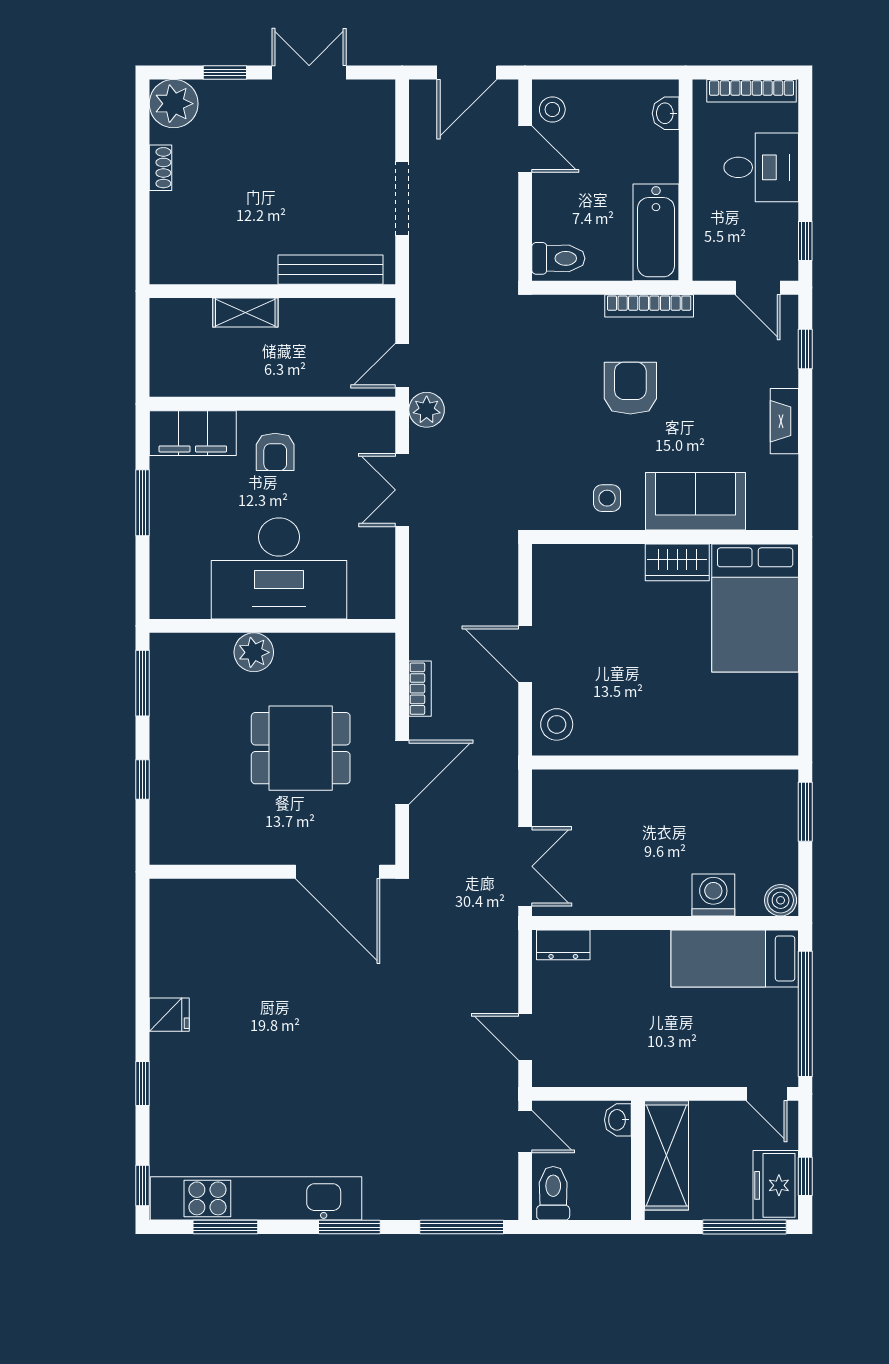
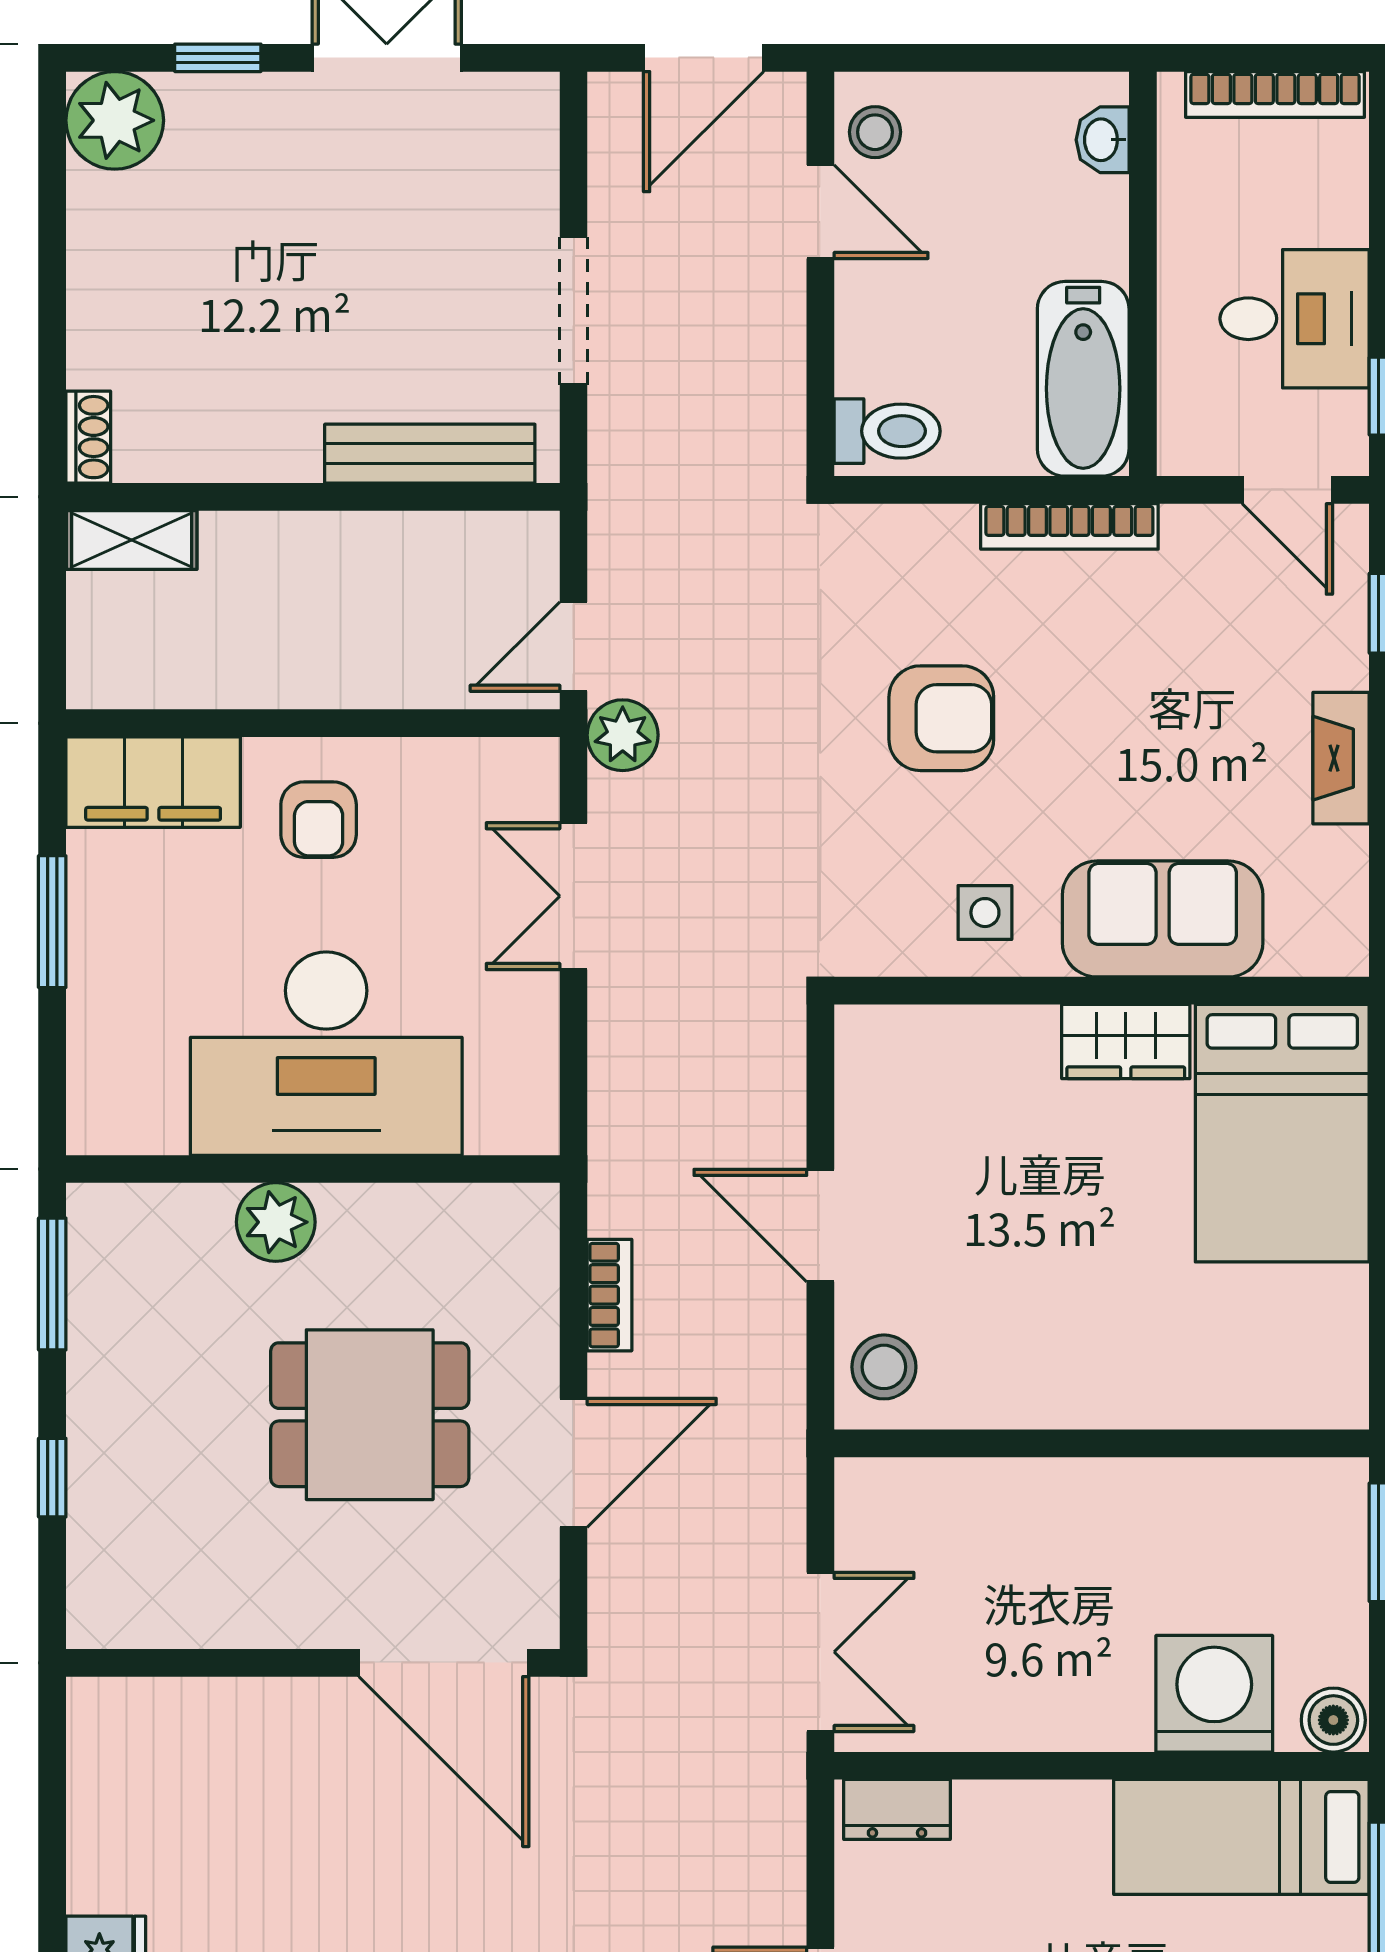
desk: (761, 167) -> (1295, 319), moved
shoe rack: (160, 168) -> (88, 437), moved
shelving: (245, 313) -> (132, 540), moved
armchair: (630, 388) -> (941, 718), moved, turned 90
washing machine: (713, 895) -> (1214, 1694), width x1.37, depth x1.37

